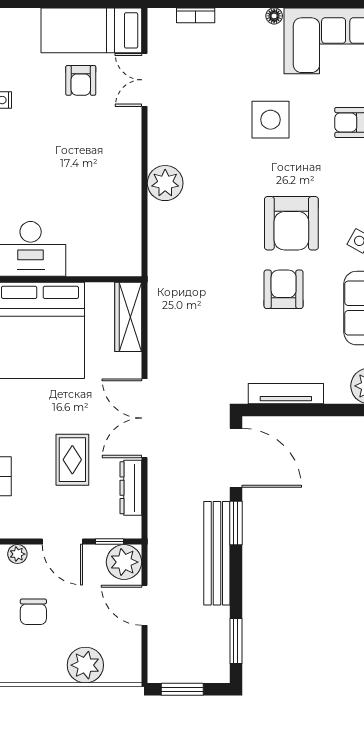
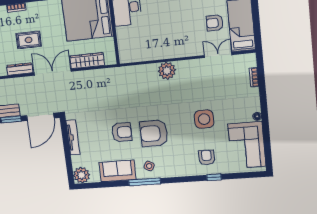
wardrobe: (128, 317) -> (87, 61), moved

